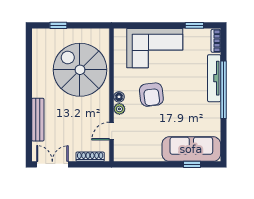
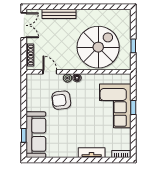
window: (58, 25) -> (133, 46), moved
window: (194, 25) -> (133, 108), moved
tv unit: (214, 78) -> (92, 153), width x0.71
window: (223, 90) -> (83, 160), removed
armchair: (151, 95) -> (61, 100), moved

